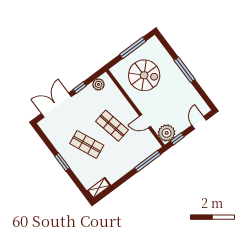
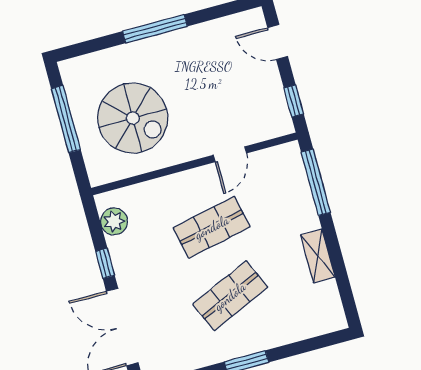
spiral stairs: (144, 75) -> (133, 118), turned 90
plant: (167, 133) -> (272, 119), removed
shelving: (99, 188) -> (318, 256), moved

